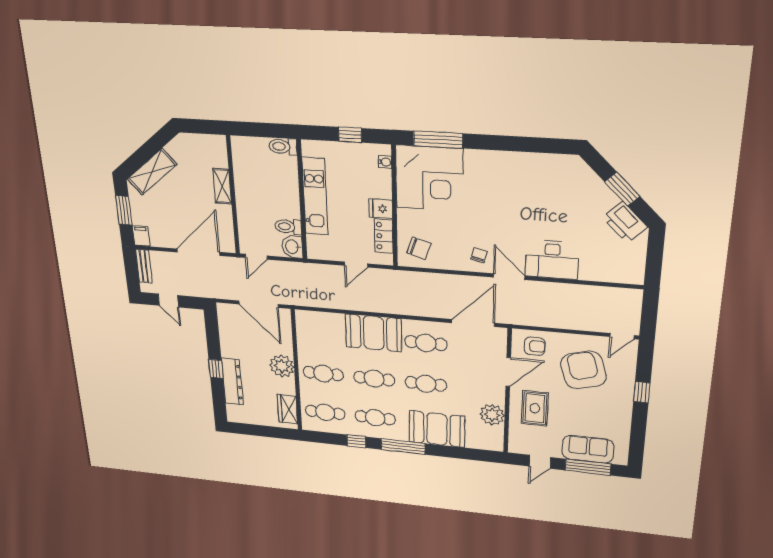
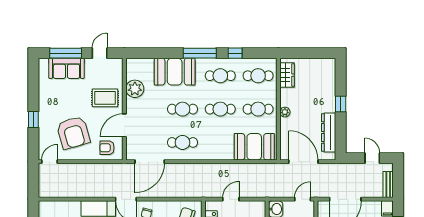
booth: (374, 333) -> (254, 147), moved
plant: (282, 366) -> (285, 112), width x0.53, depth x0.53
dresser: (232, 382) -> (329, 133), moved
rug: (535, 408) -> (105, 98), turned 90

